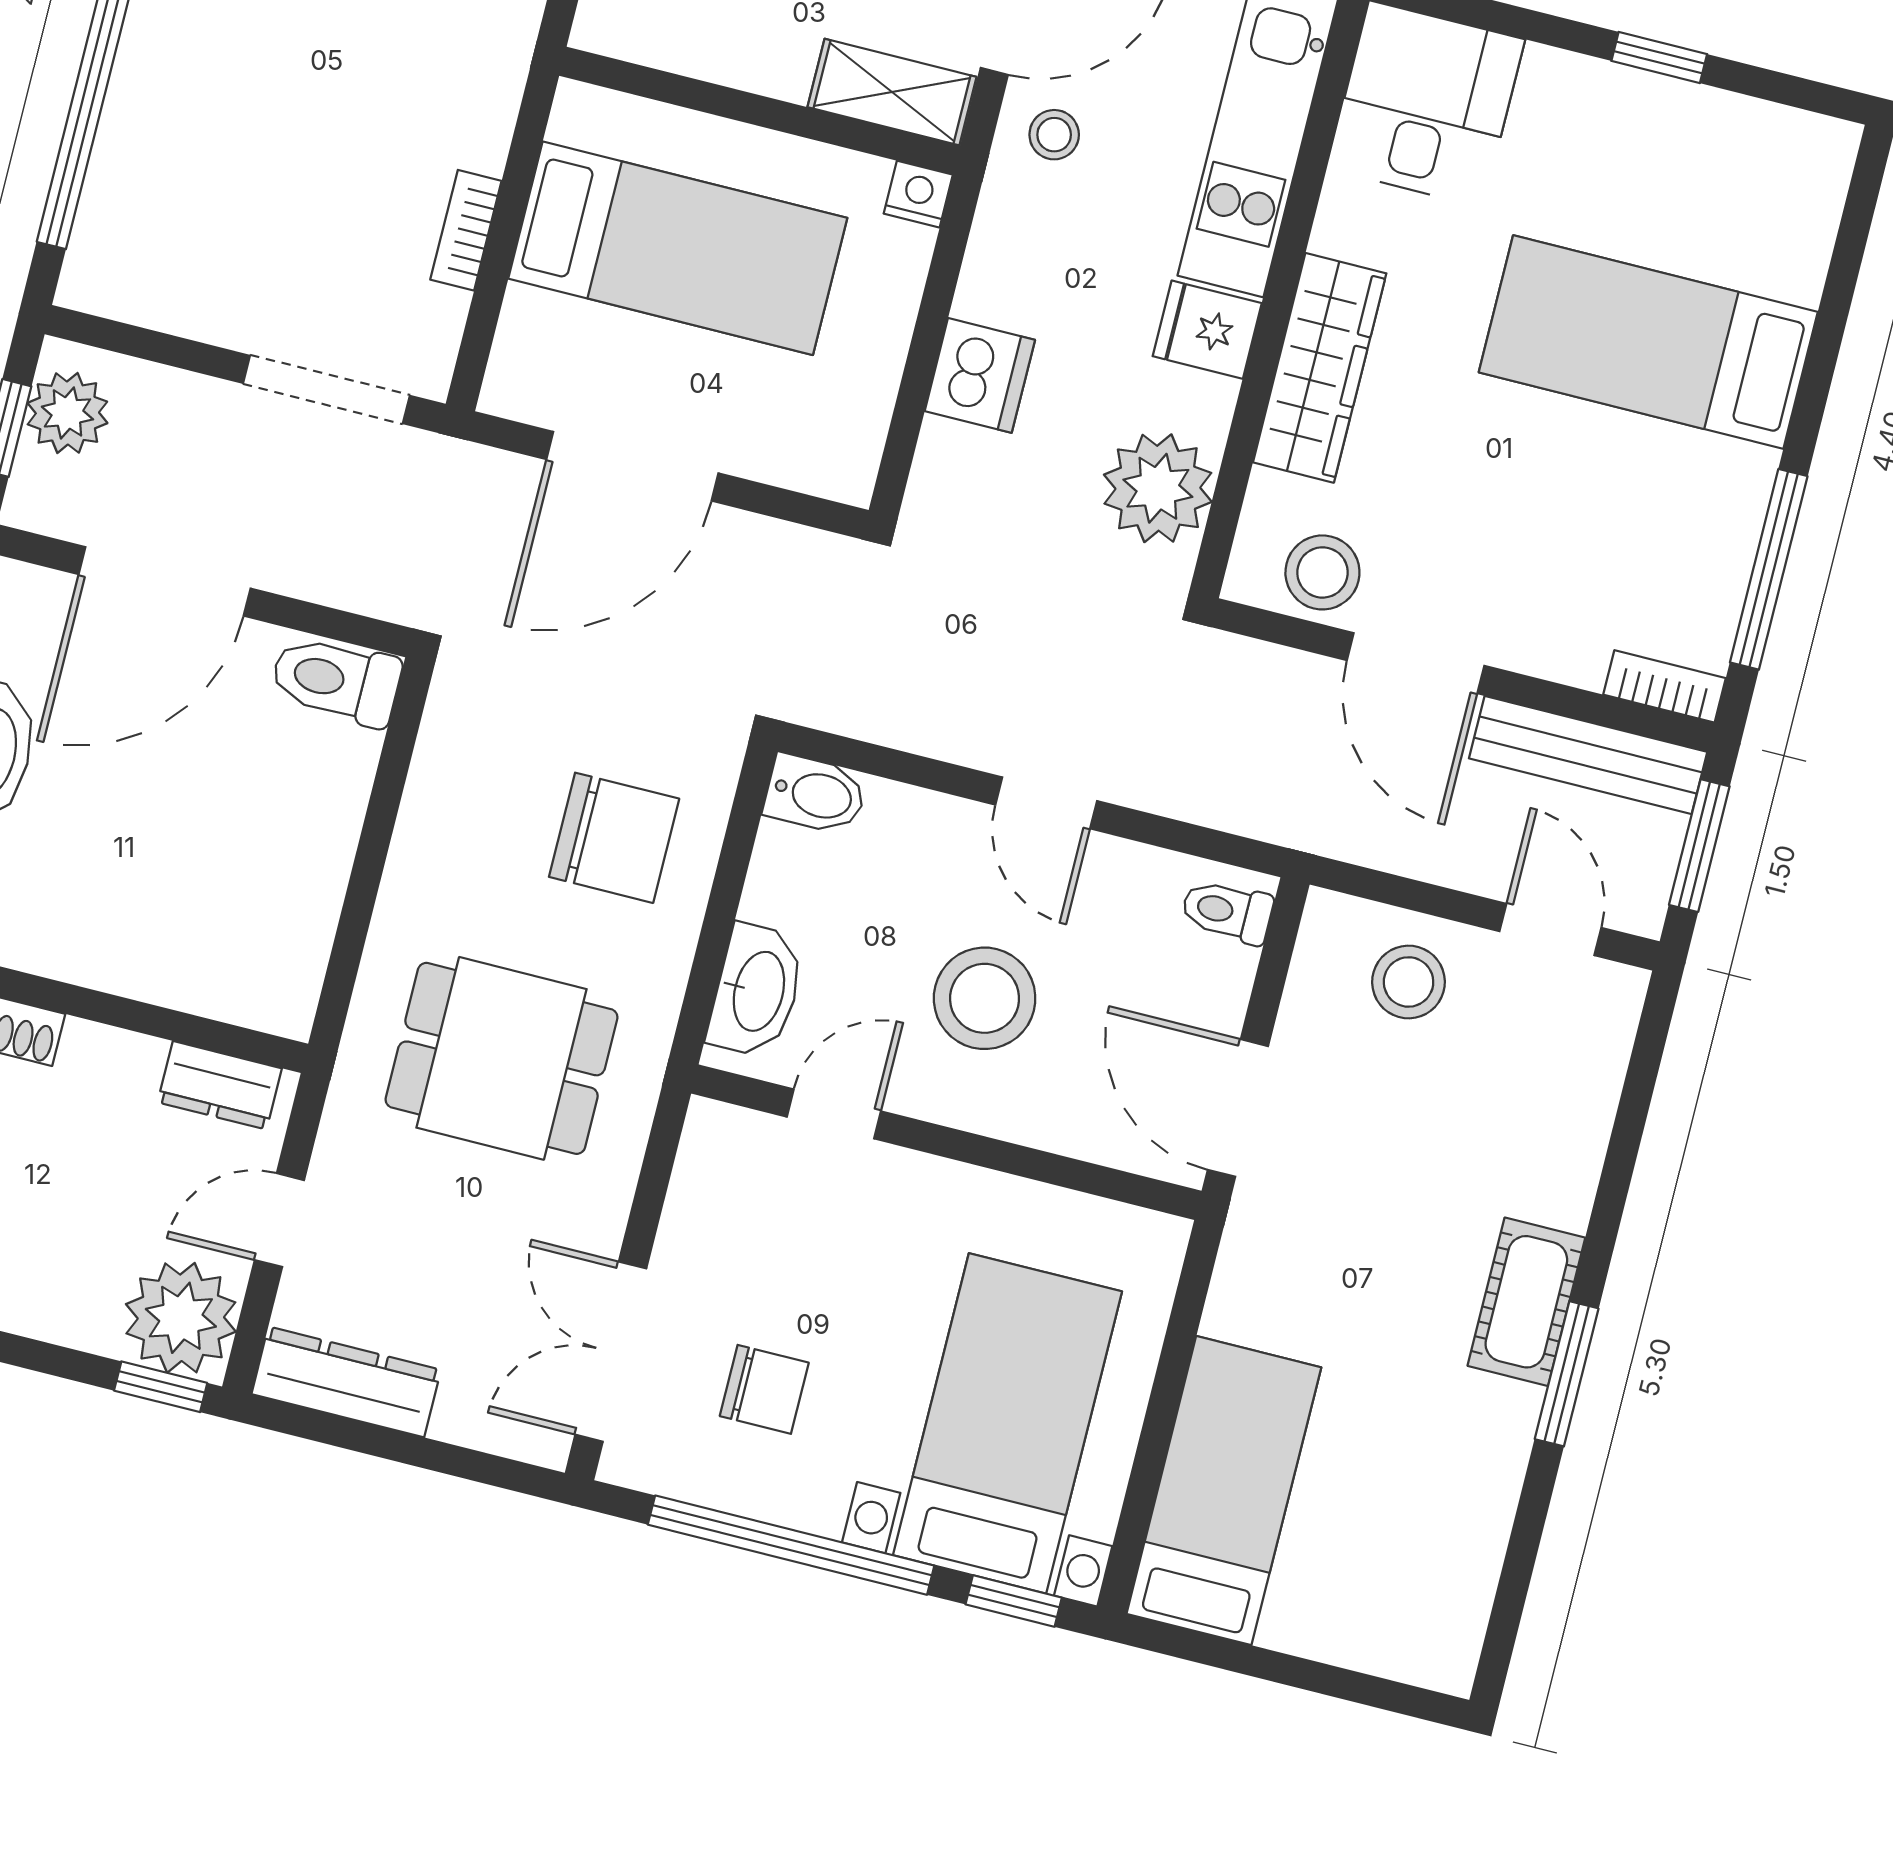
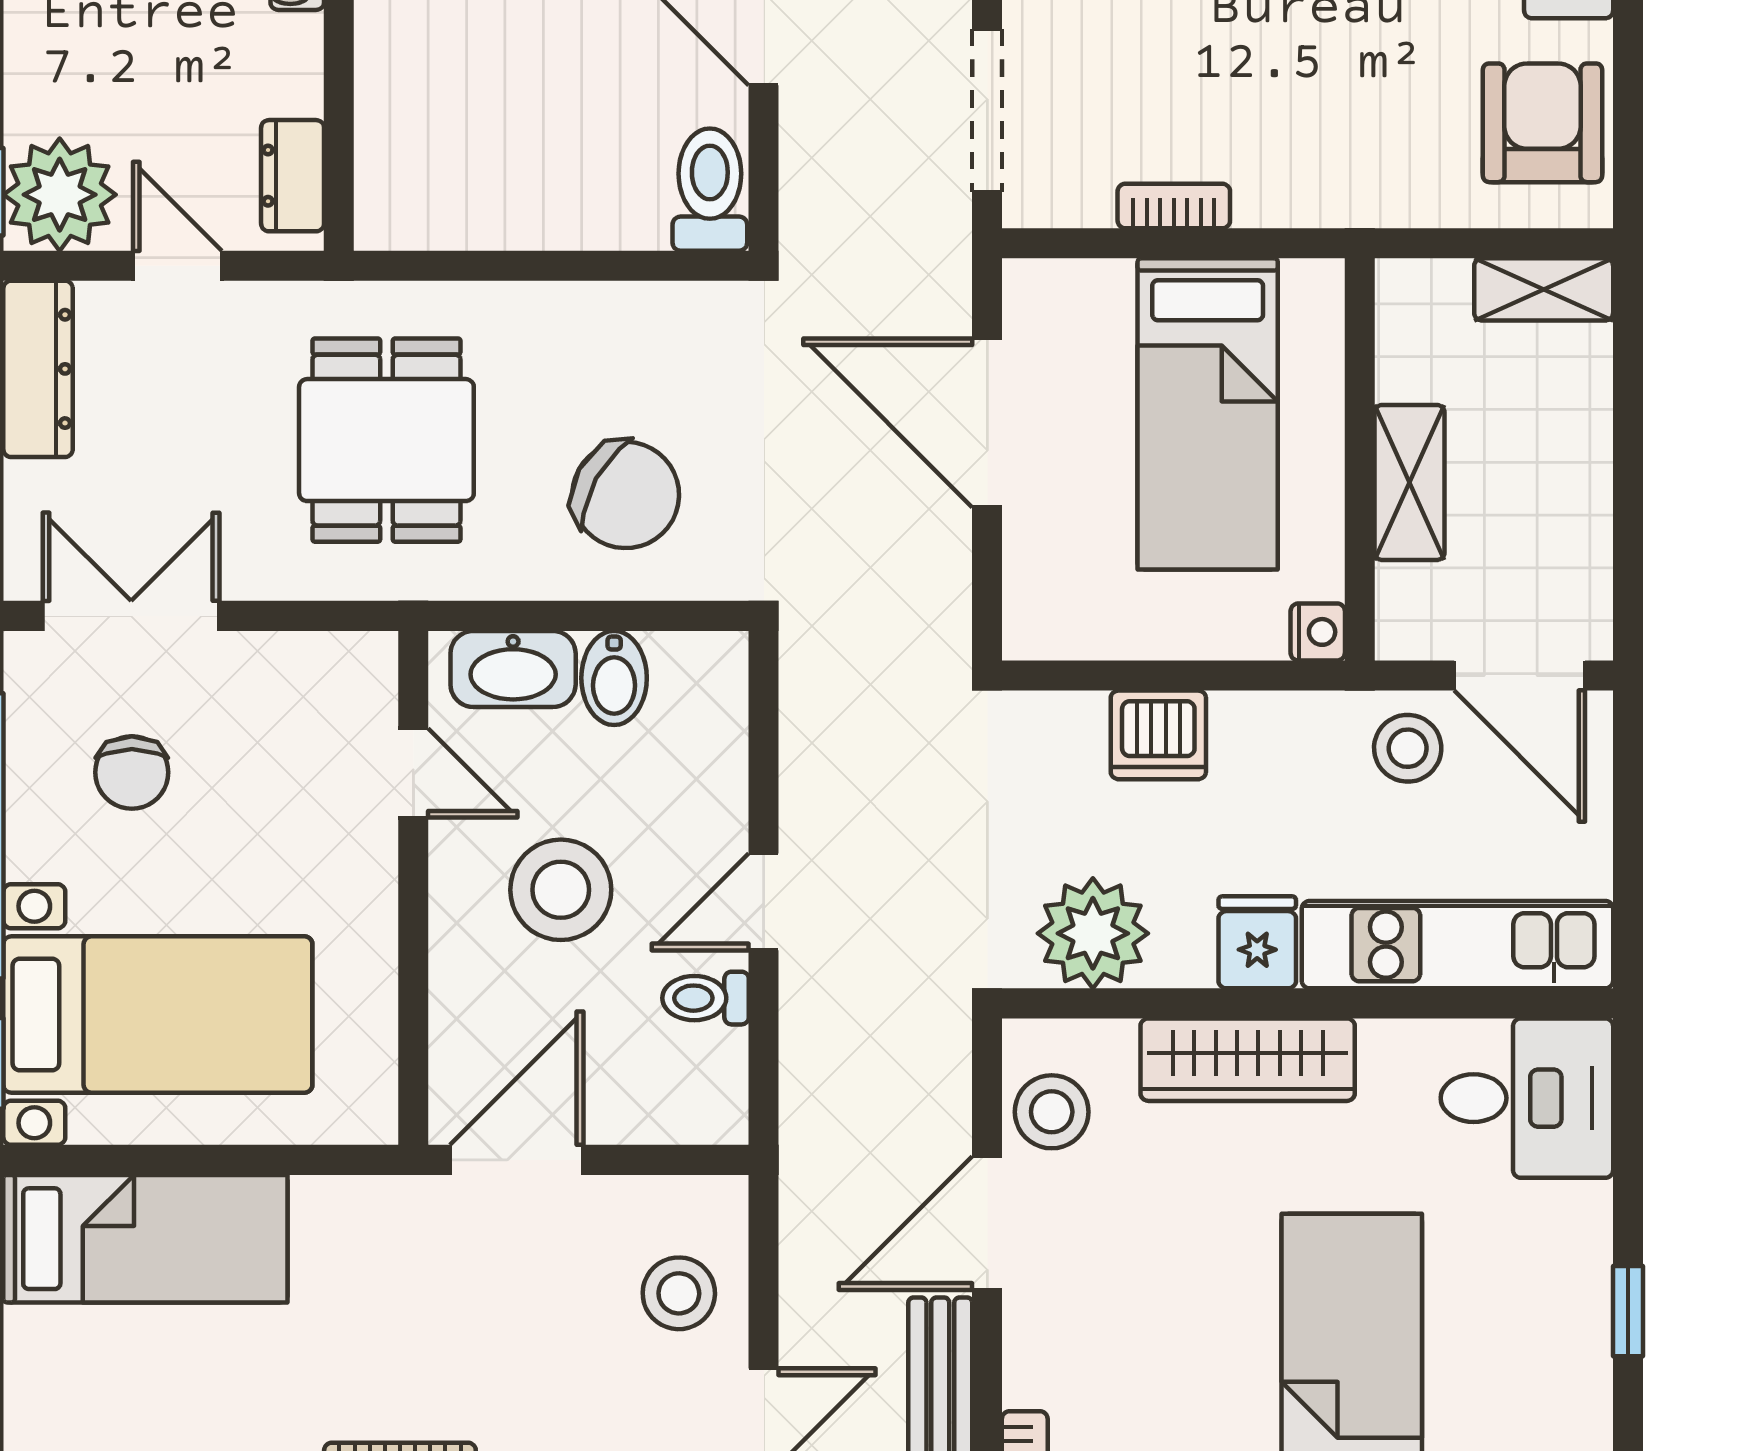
shelving: (892, 92) -> (1410, 482), moved
stool: (1054, 135) -> (1408, 748), width x1.37, depth x1.37
bidet: (815, 794) -> (614, 678), moved
chair: (614, 838) -> (626, 495), turned -61
toilet: (1227, 911) -> (706, 998), moved, turned -90

